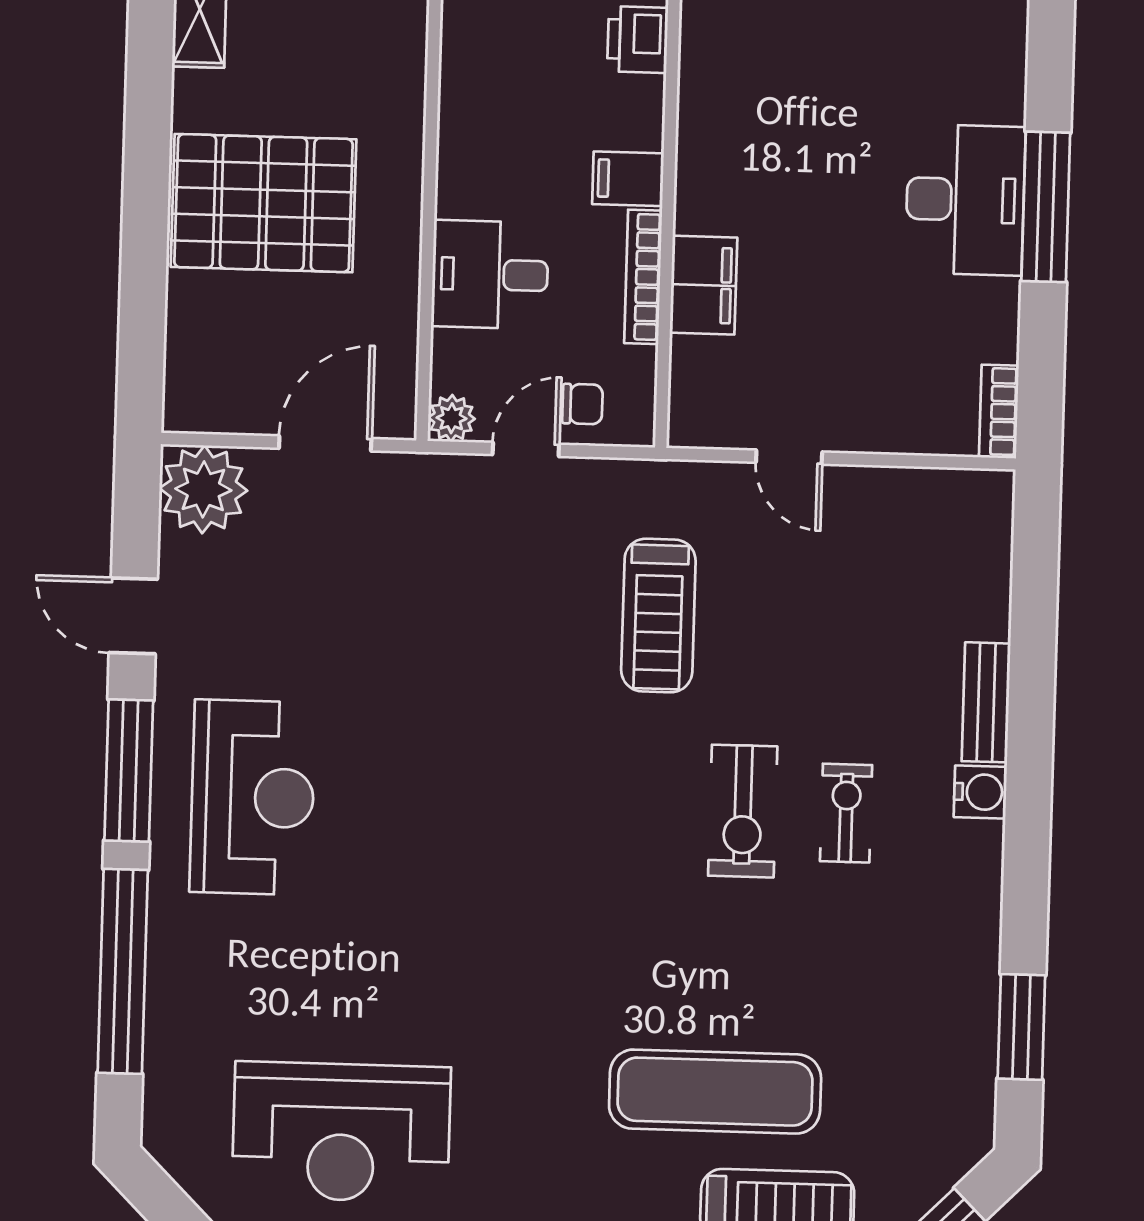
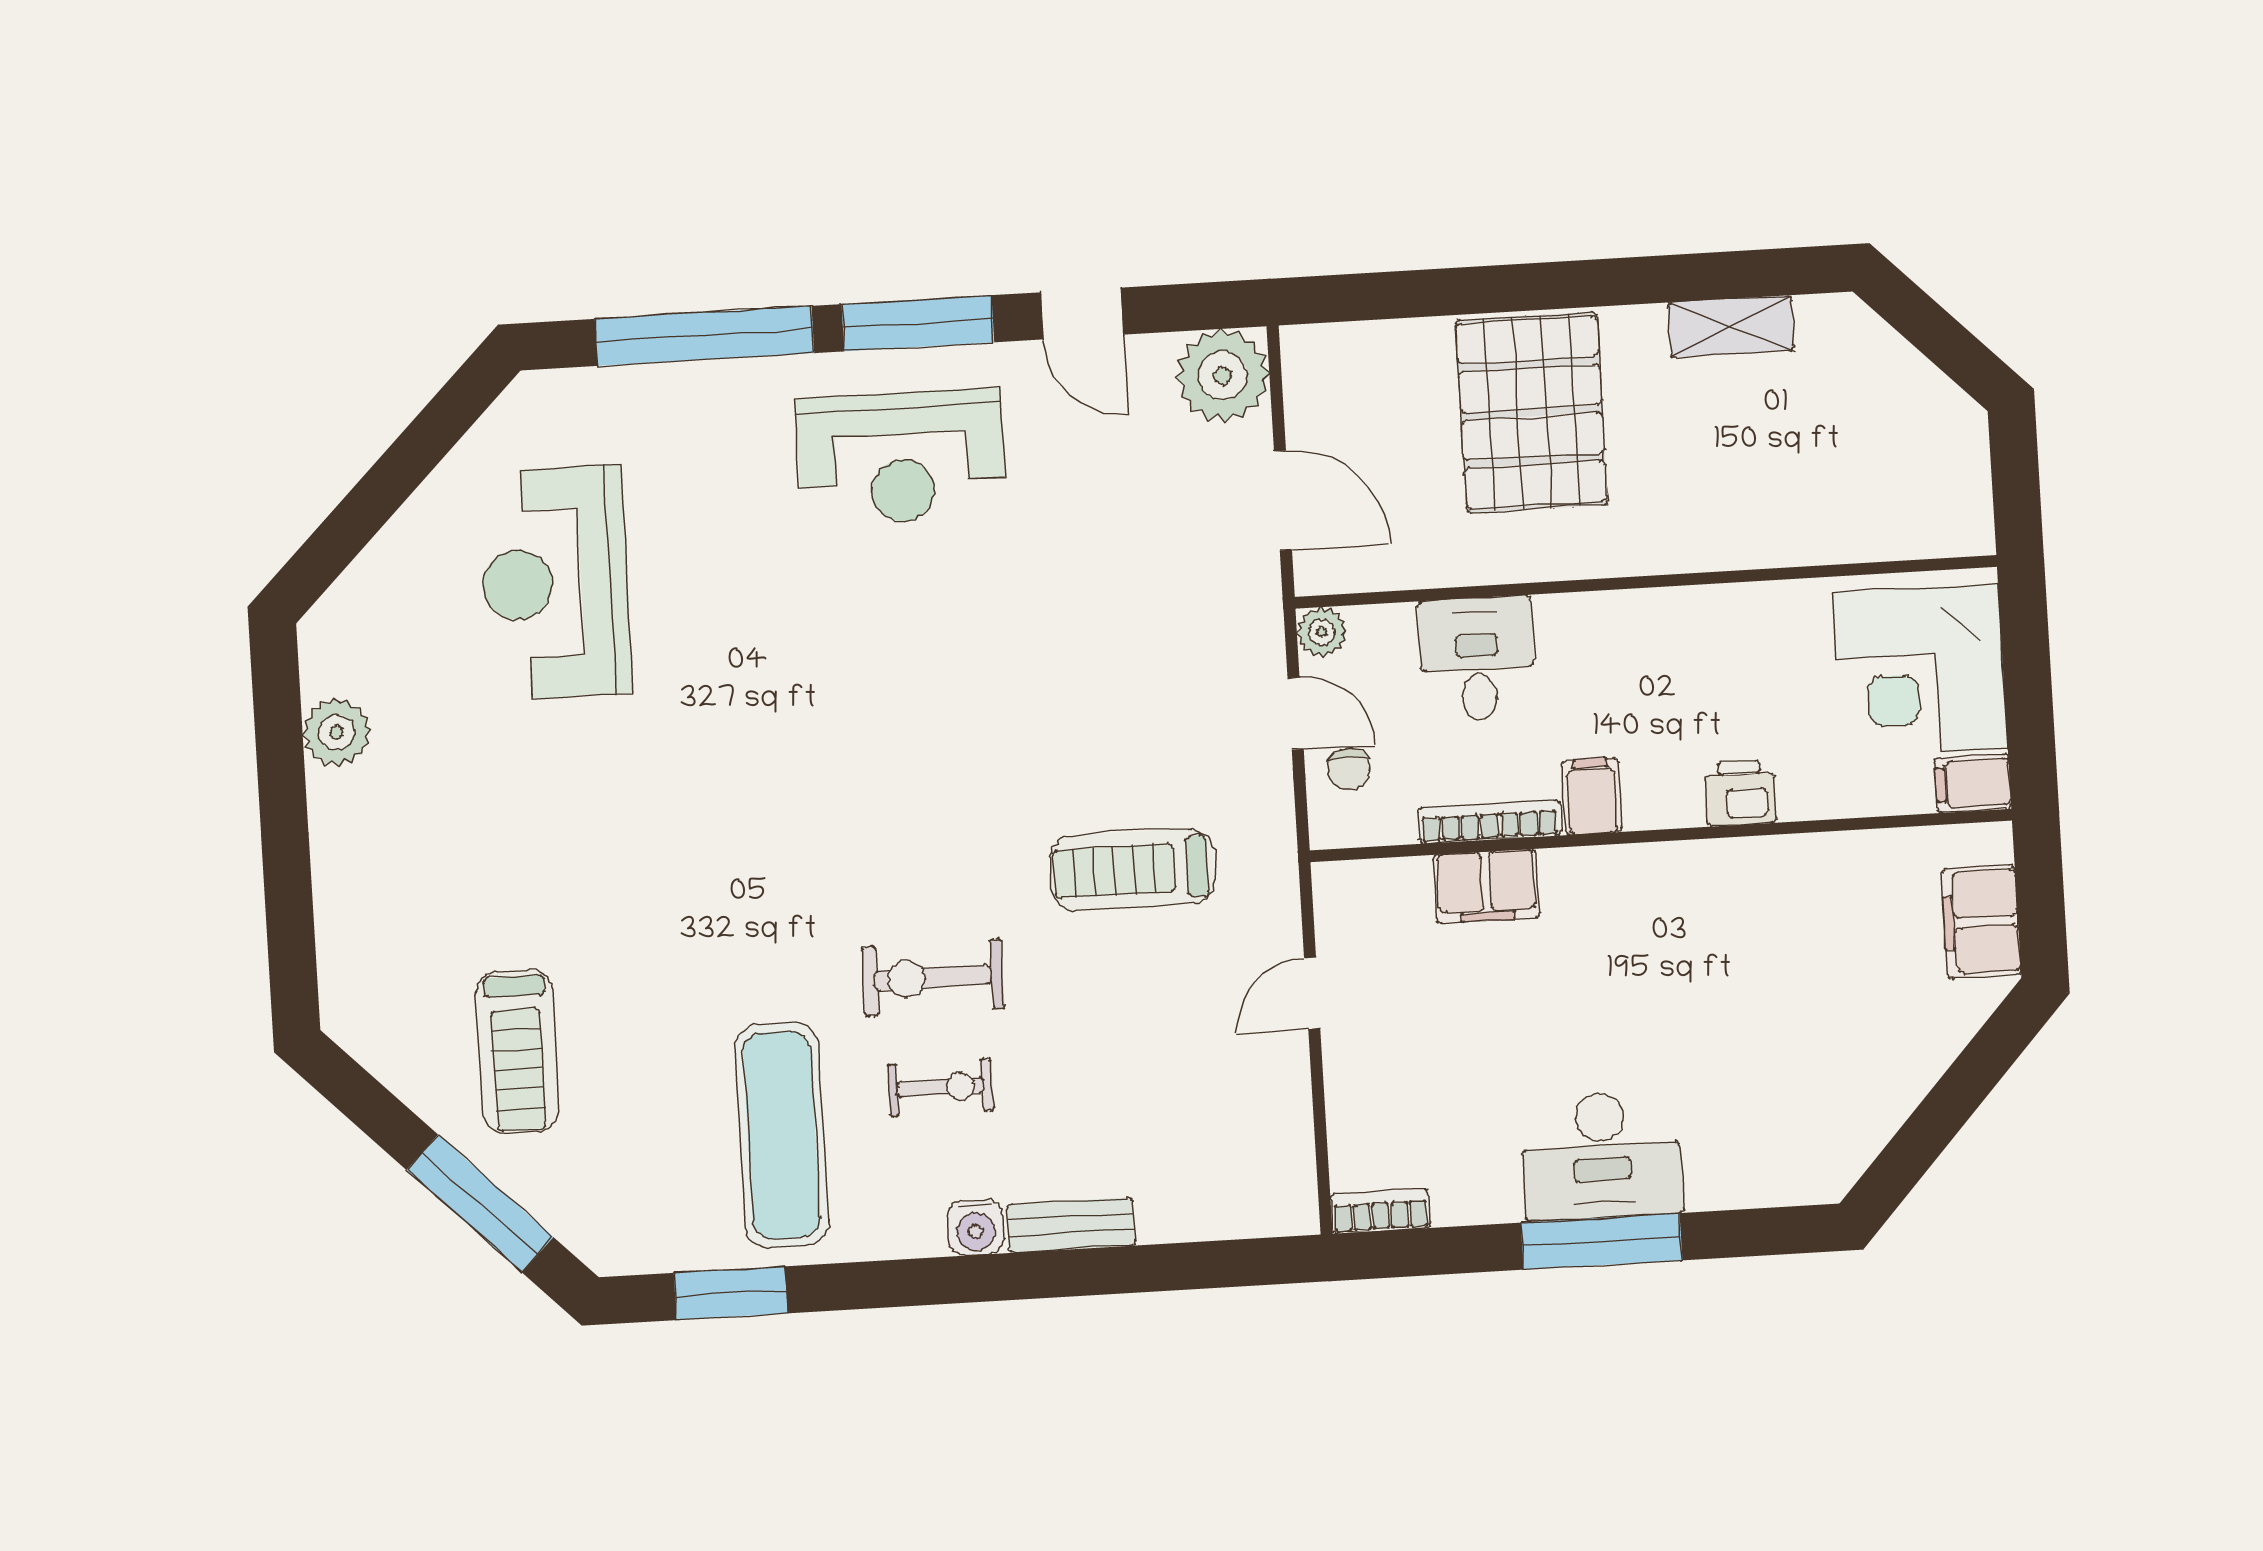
door: (133, 616) -> (1082, 314), swing flipped
exercise mat: (715, 1092) -> (782, 1135), moved

